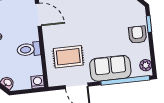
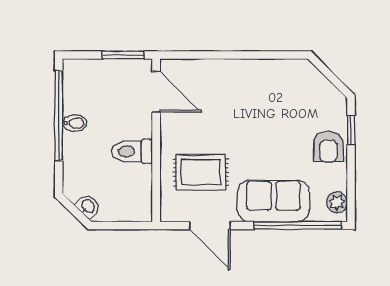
armchair: (138, 35) -> (328, 147), turned 180
washing machine: (38, 82) -> (142, 211), removed

